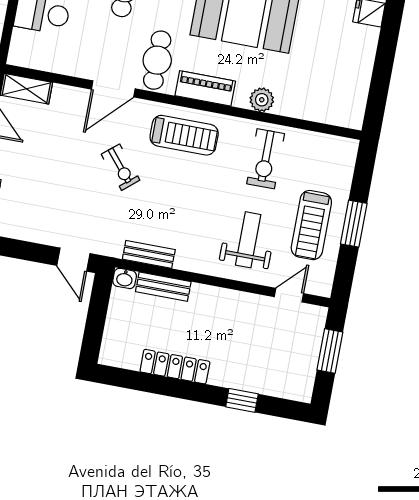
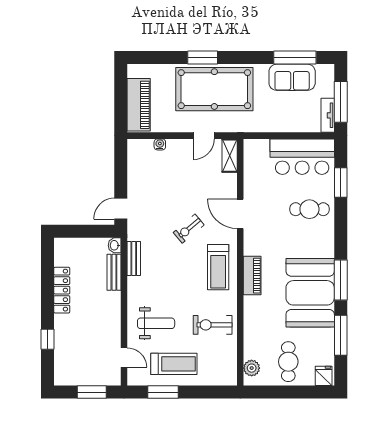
cafe table: (157, 60) -> (288, 362), moved, turned 90
plant: (262, 100) -> (252, 368), moved
window: (354, 224) -> (163, 392), moved
treadmill: (311, 225) -> (174, 364), turned 180

